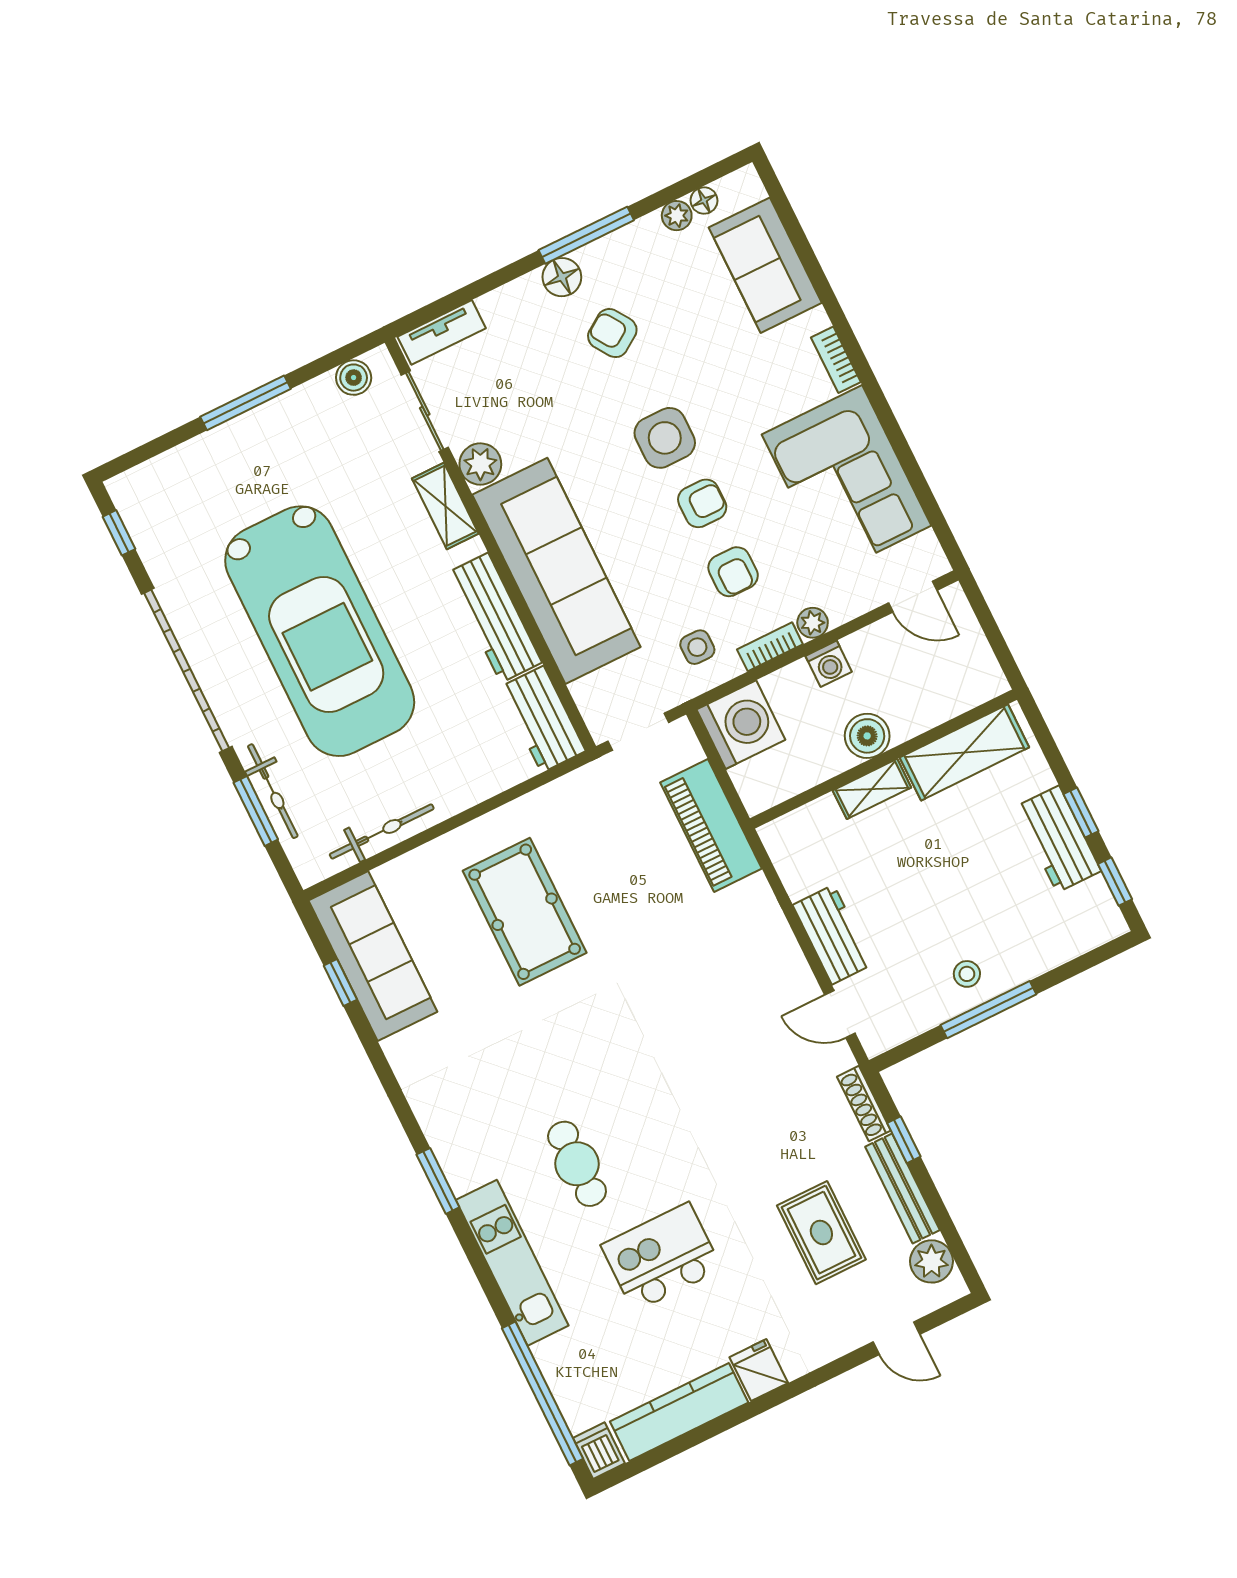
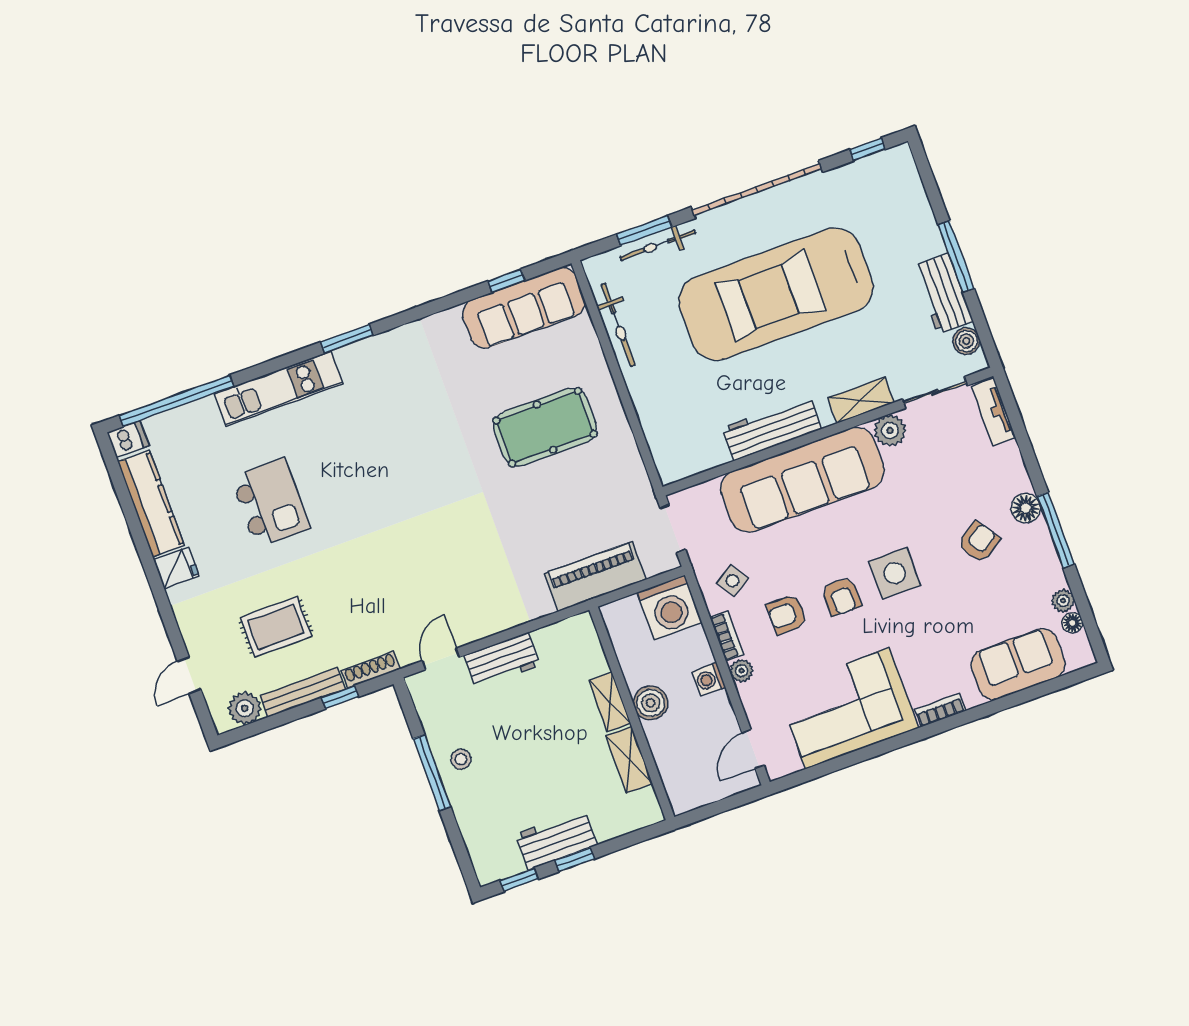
side table: (697, 647) -> (732, 581), turned -33
workbench: (543, 719) -> (943, 294), moved, turned -90
shelving: (964, 752) -> (629, 760), width x0.67, depth x0.75
cafe table: (577, 1164) -> (349, 446), removed

